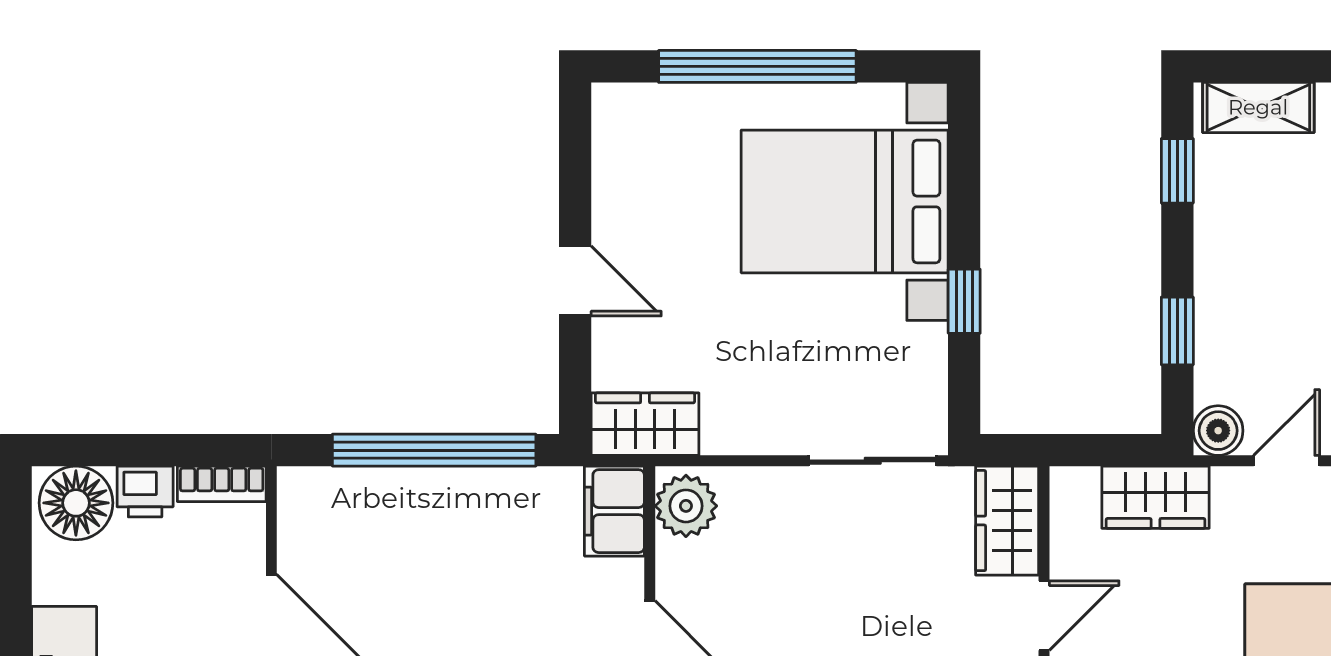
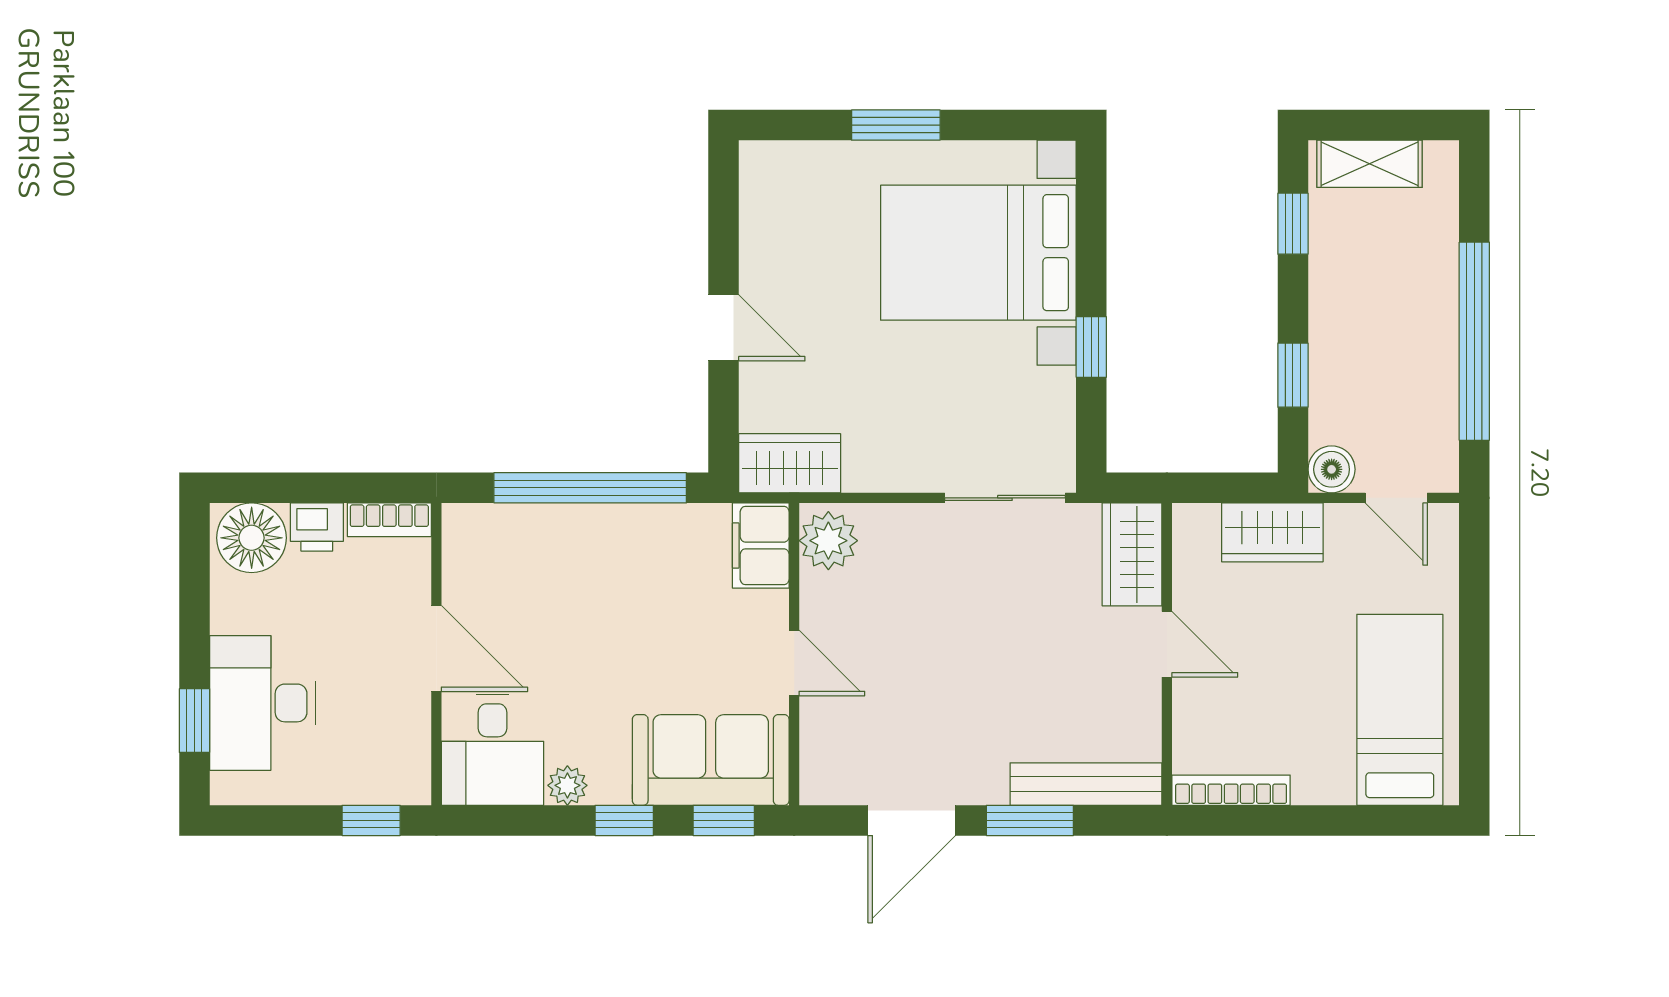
window: (757, 66) -> (896, 125), width x0.47
door: (1287, 461) -> (1396, 498), swing flipped
door: (1044, 616) -> (1167, 644), hinge flipped

